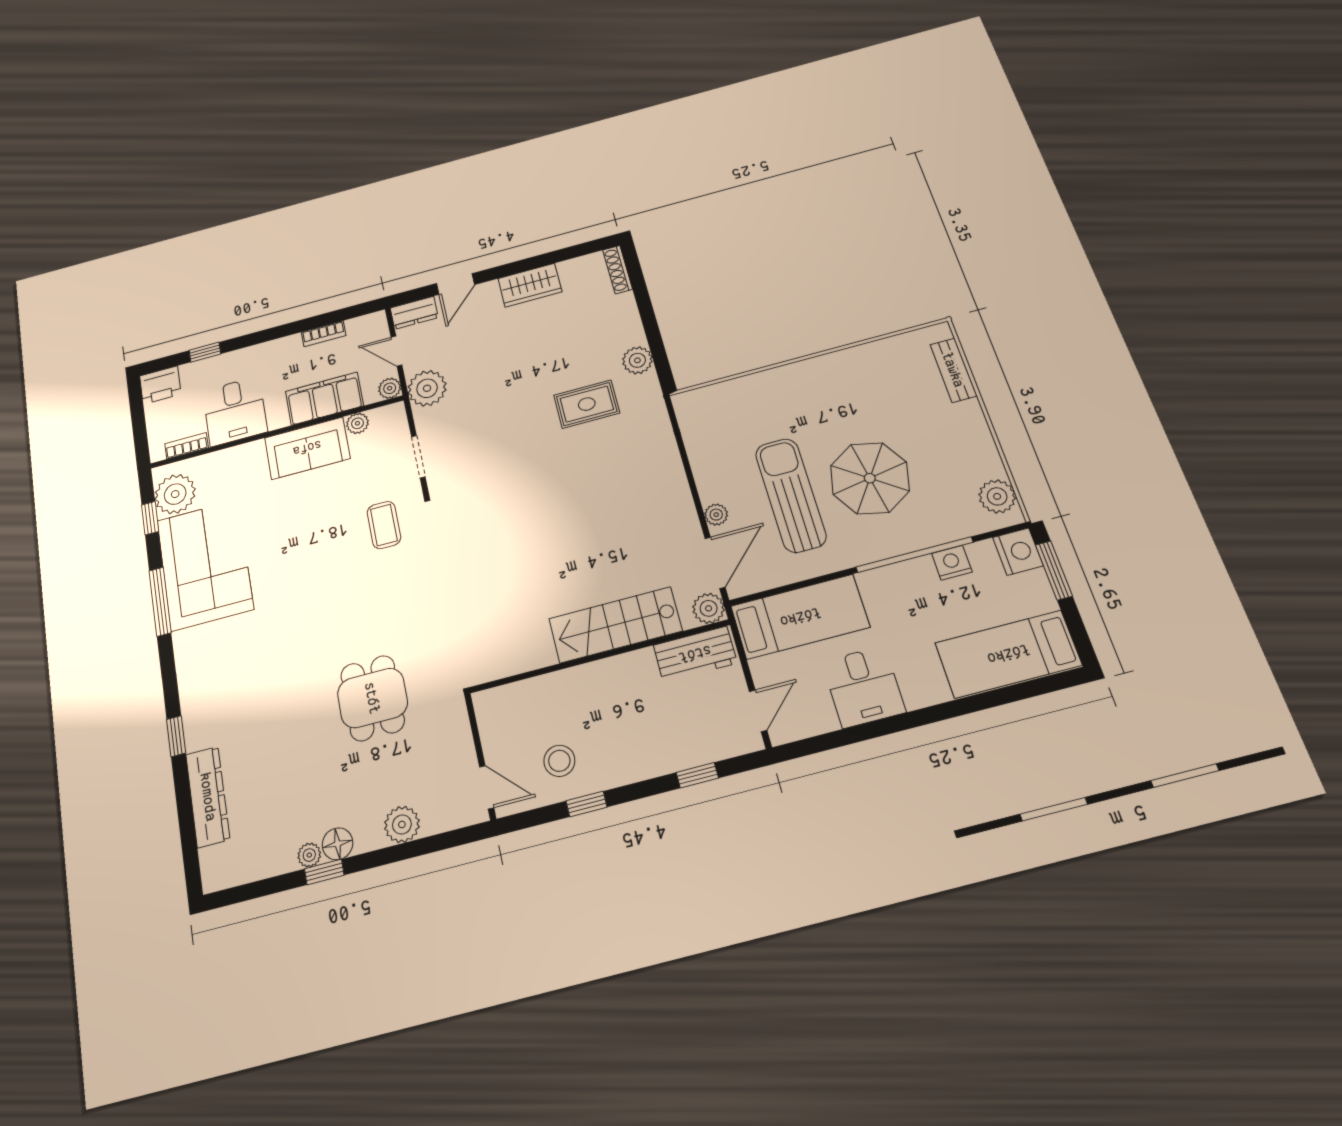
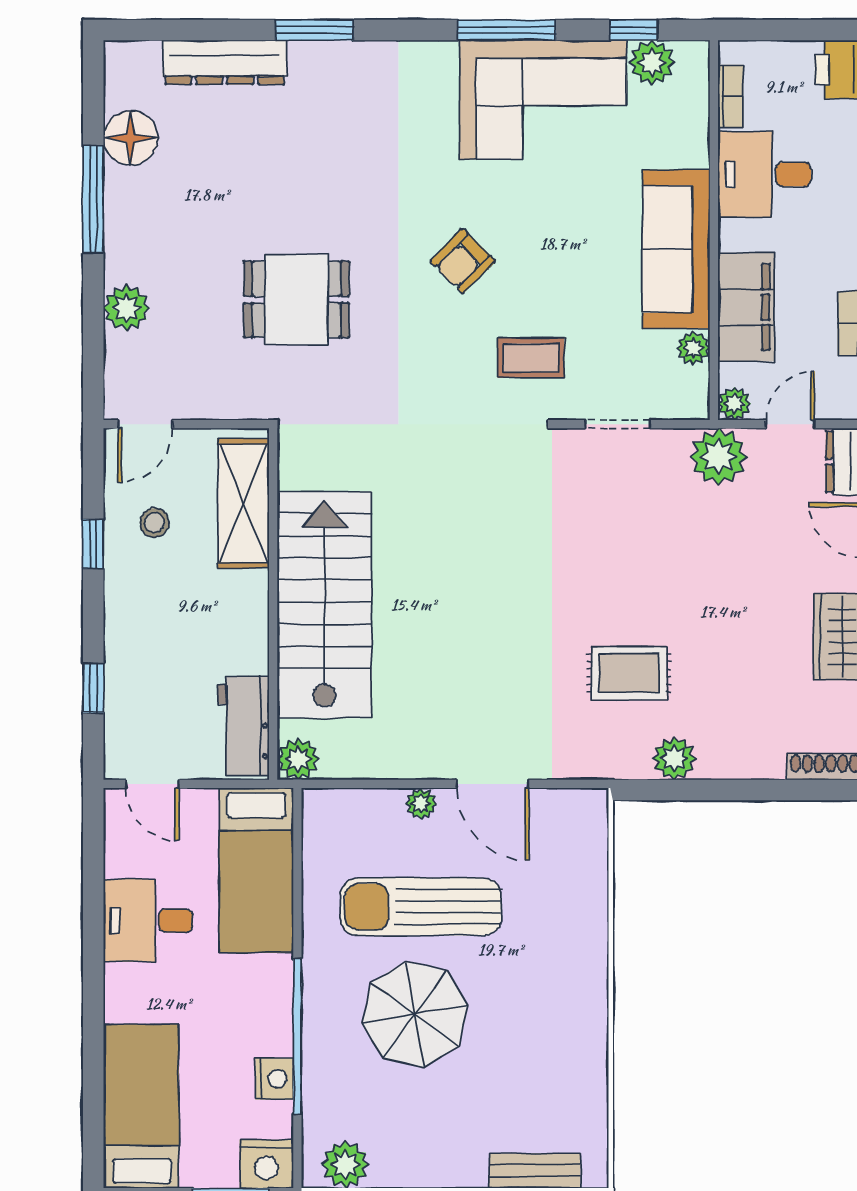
rug: (587, 404) -> (629, 673), turned 90
sofa: (307, 448) -> (676, 249), width x1.36
plant: (175, 494) -> (652, 62), width x0.73, depth x0.73
sun lounger: (791, 495) -> (421, 907), turned 180
door: (715, 563) -> (493, 784), moved
armchair: (325, 589) -> (463, 261), added
stairs: (615, 625) -> (325, 605), width x1.36, depth x1.51
shelving: (530, 698) -> (243, 503), added
window: (176, 736) -> (314, 30), width x1.50
stool: (559, 761) -> (154, 523), width x0.73, depth x0.73
floor lamp: (338, 844) -> (131, 138), moved, width x1.38, depth x1.38
plant: (309, 855) -> (119, 184), removed
window: (324, 872) -> (93, 199), width x2.17

